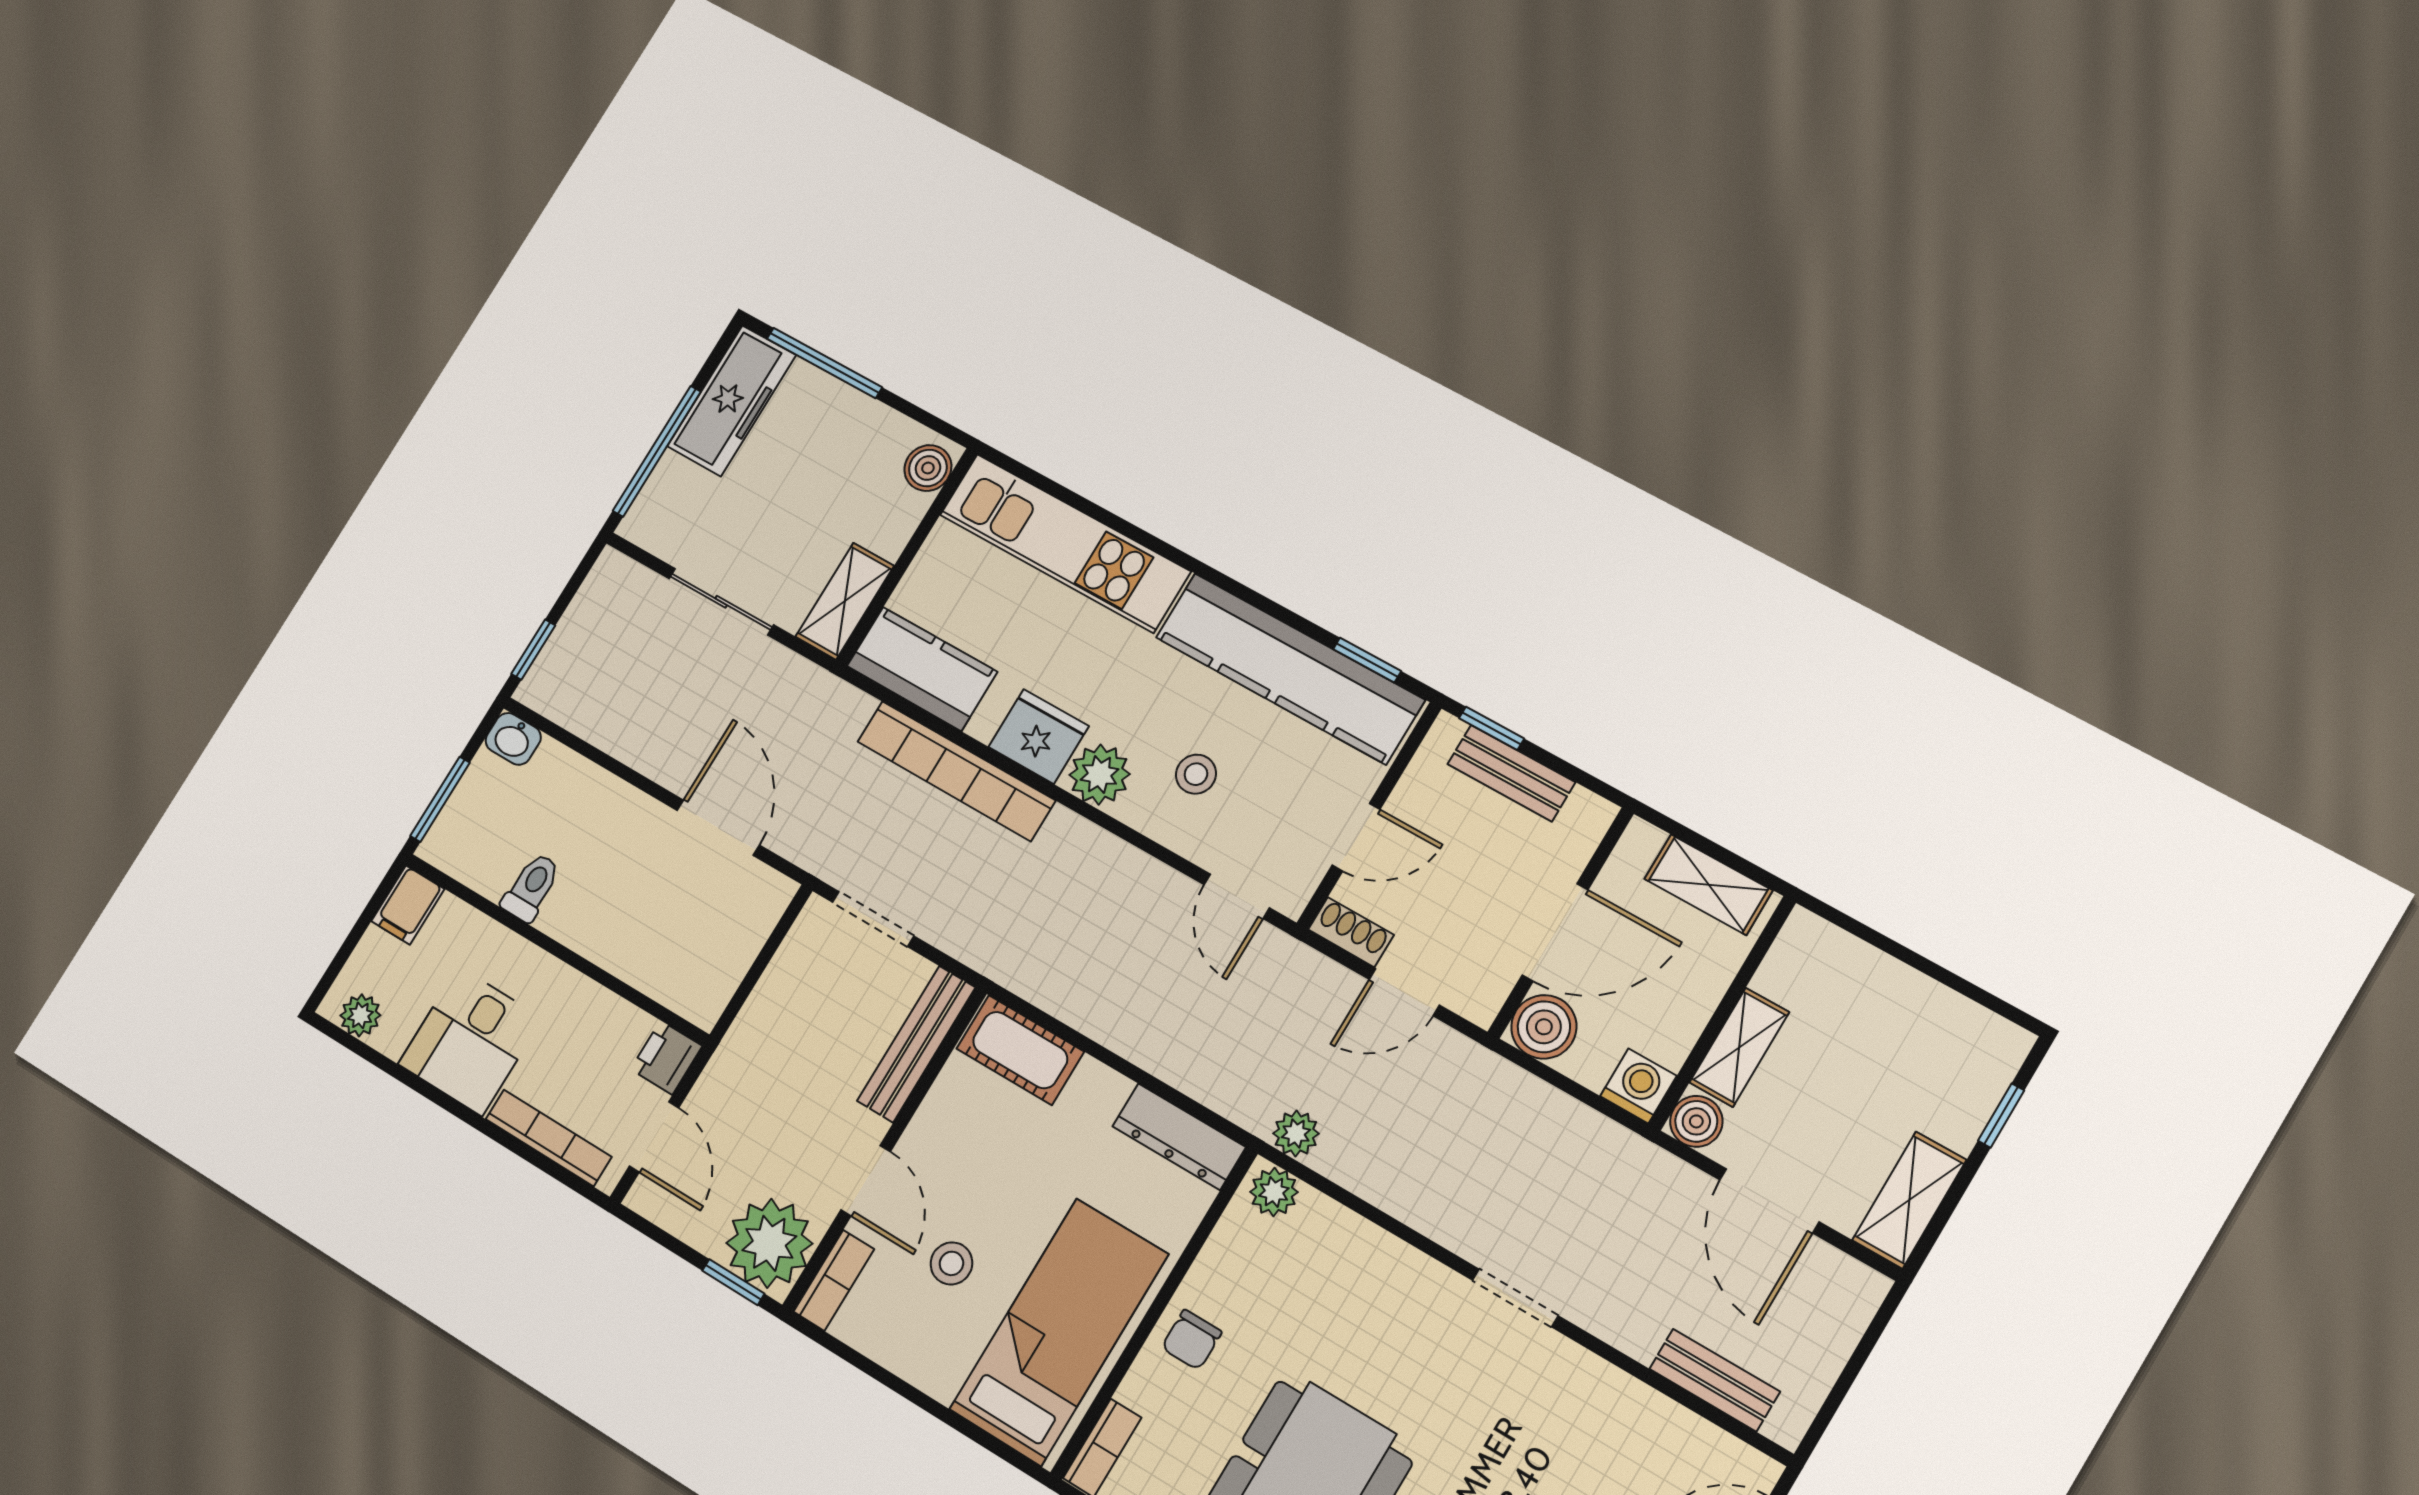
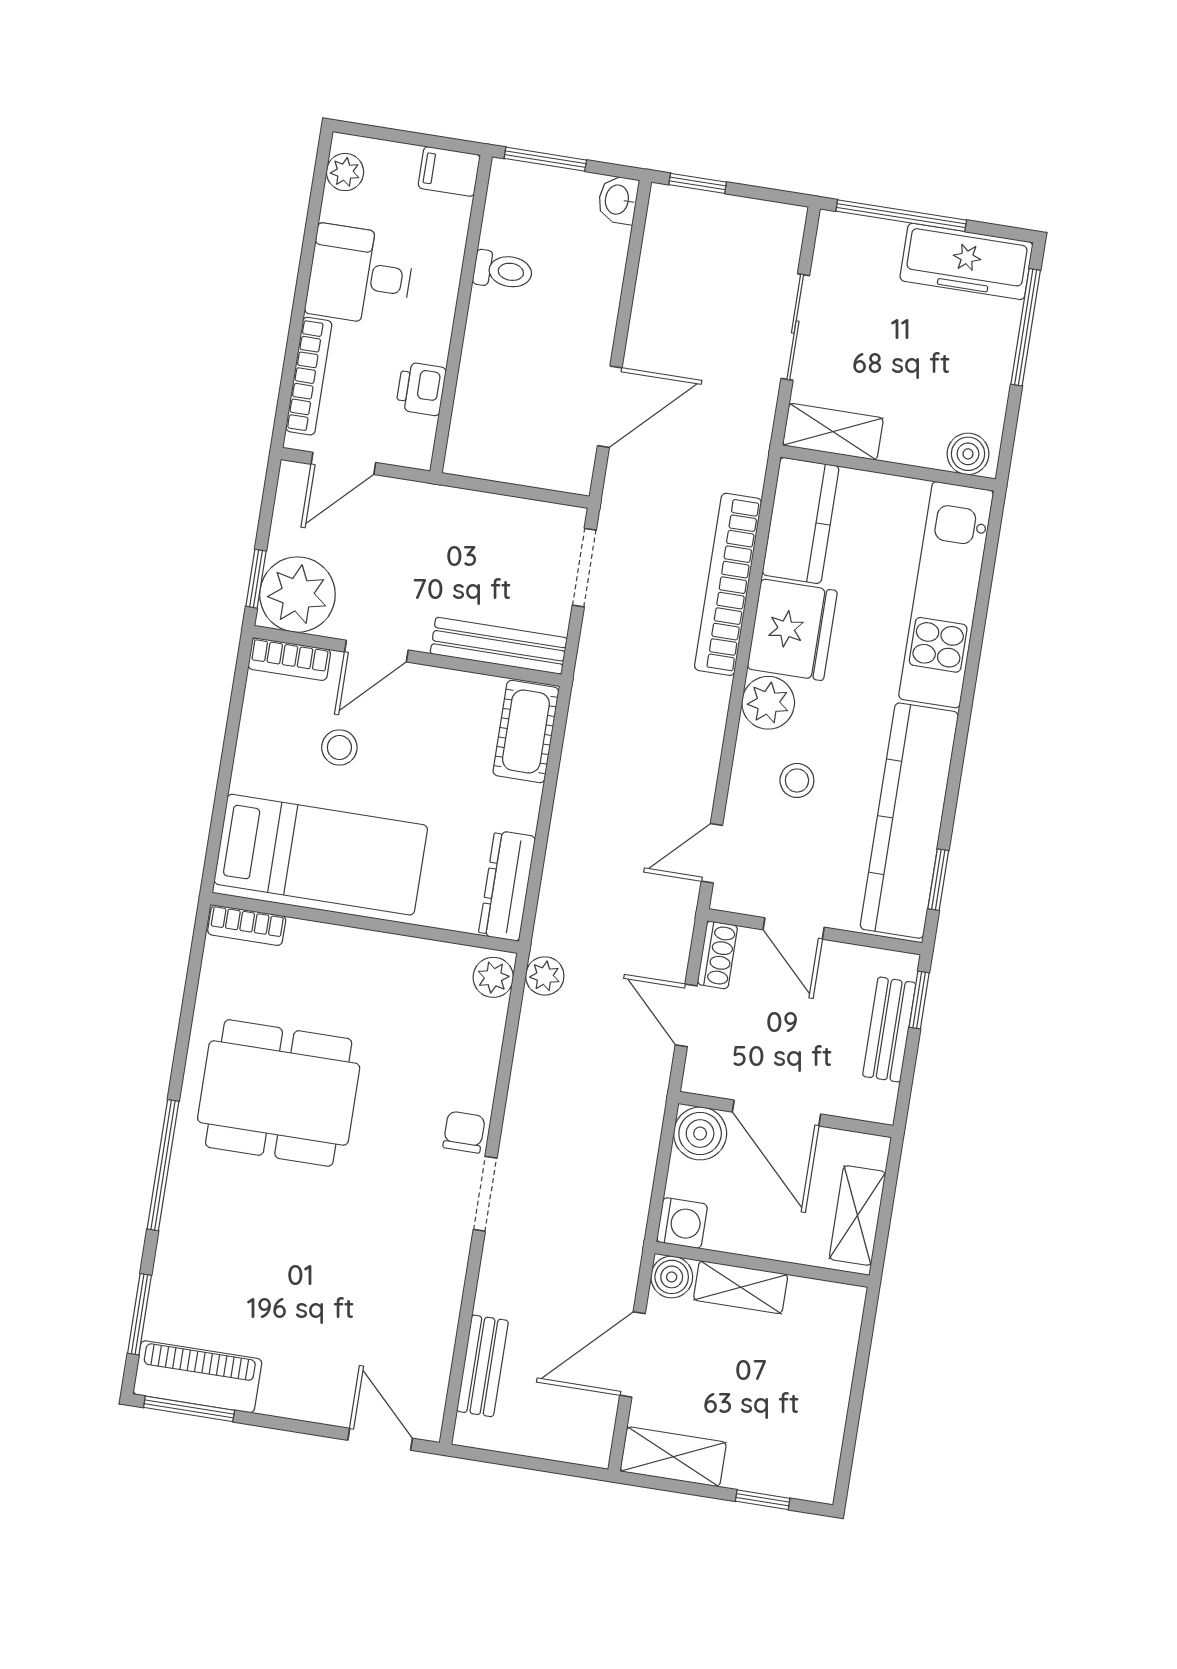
fridge: (1039, 737) -> (792, 630), width x1.36, depth x1.34
printer: (666, 1058) -> (421, 389), moved, turned -90
chair: (1192, 1340) -> (464, 1132), moved, turned 90

